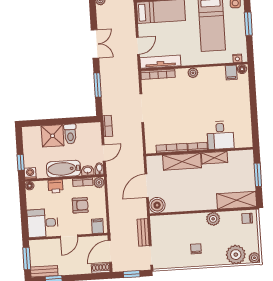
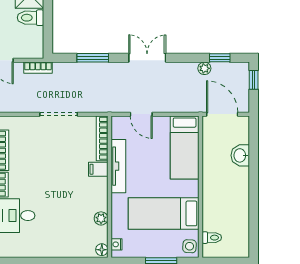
double door: (95, 44) -> (147, 58), swing flipped
tv unit: (160, 62) -> (118, 166), moved
plant: (193, 73) -> (101, 218), moved
filing cabinet: (231, 73) -> (98, 169), moved

